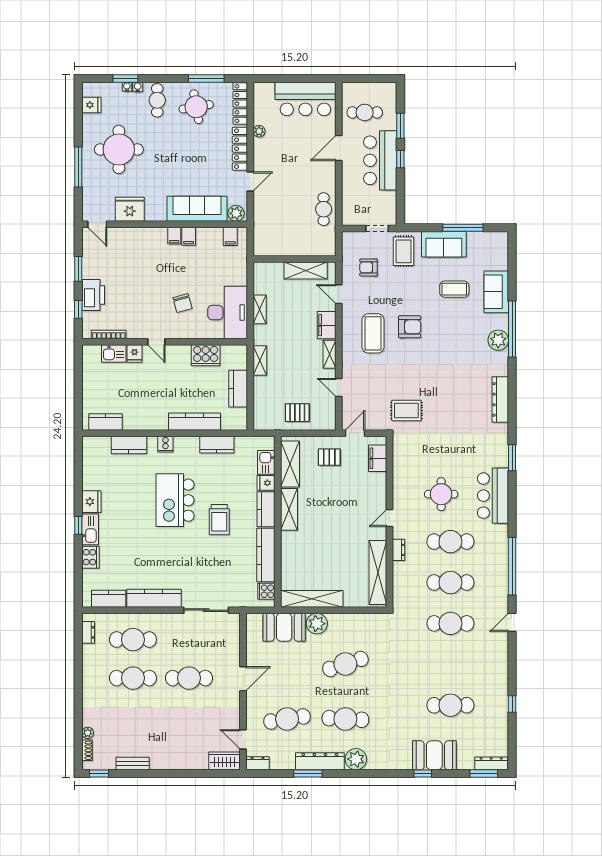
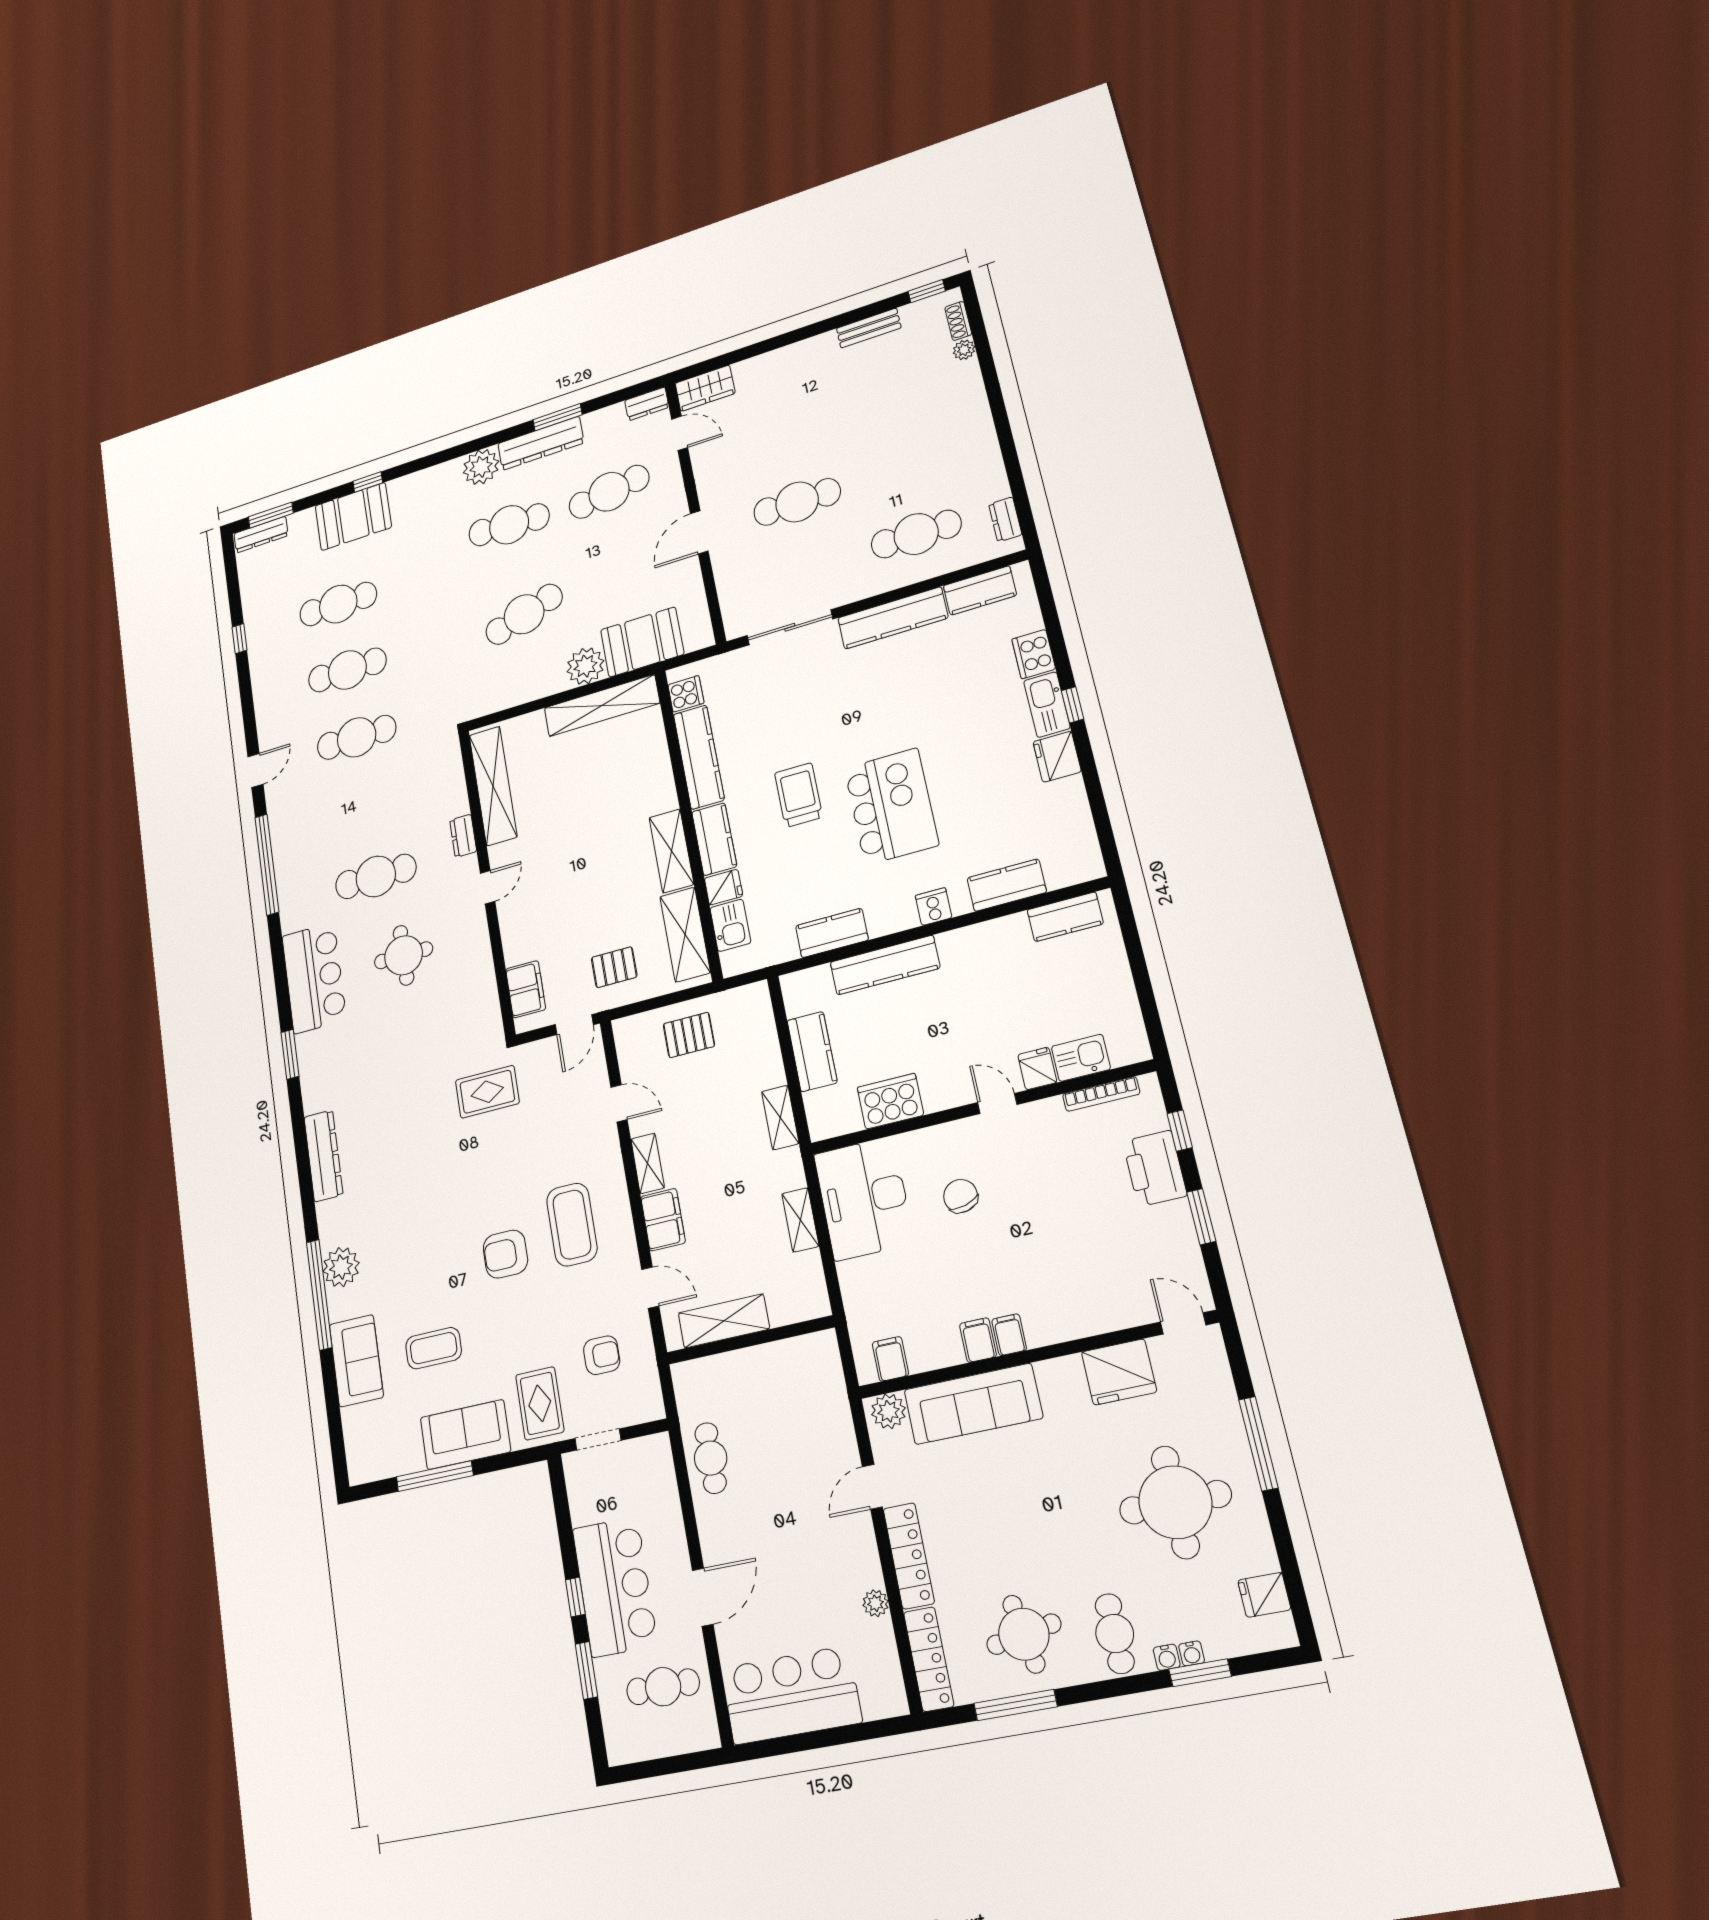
cafe table: (450, 582) -> (347, 670), moved
cafe table: (133, 678) -> (901, 469), removed

